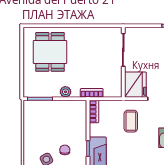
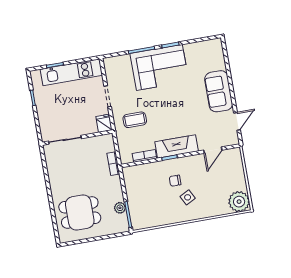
fridge: (135, 85) -> (104, 123), width x0.53, depth x0.75
plant: (65, 92) -> (120, 208), moved
bookcase: (94, 112) -> (144, 156), moved

